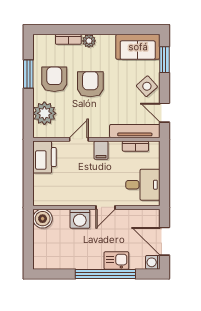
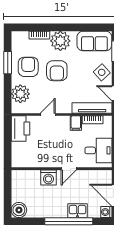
plant: (89, 41) -> (60, 41), width x1.87, depth x1.87
armchair: (90, 84) -> (57, 71), turned 180
filing cabinet: (101, 150) -> (76, 123), moved
boiler: (43, 219) -> (19, 210), moved

